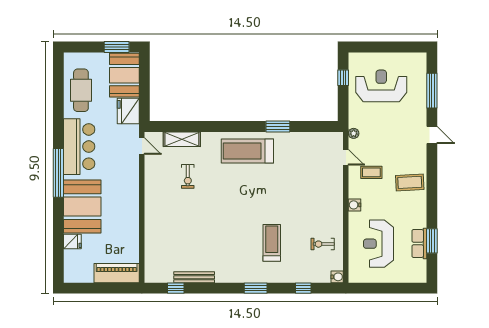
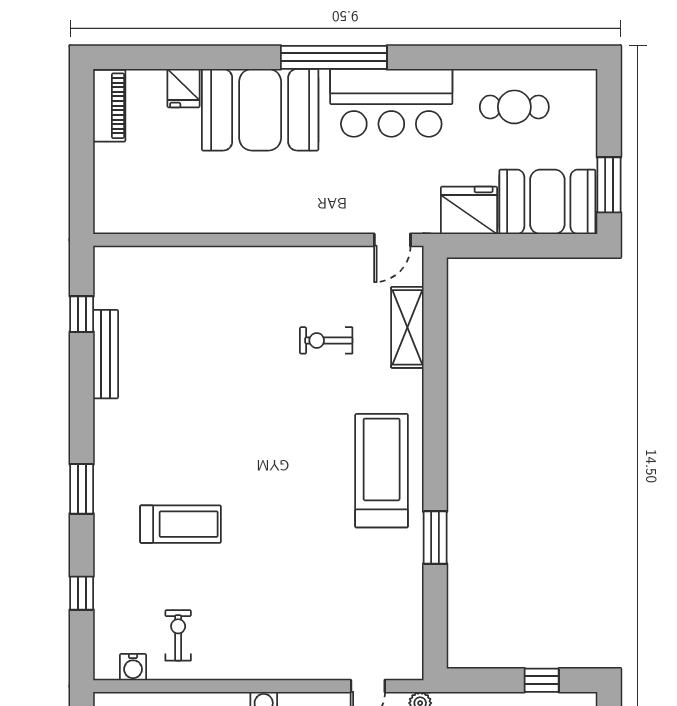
cafe table: (81, 90) -> (514, 107), width x0.73, depth x0.74
piano: (117, 273) -> (109, 106), moved, width x0.73, depth x0.75
water cooler: (337, 277) -> (133, 667), moved

